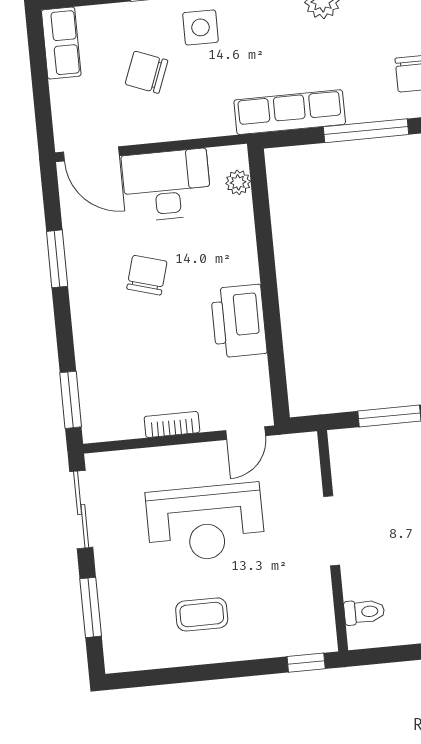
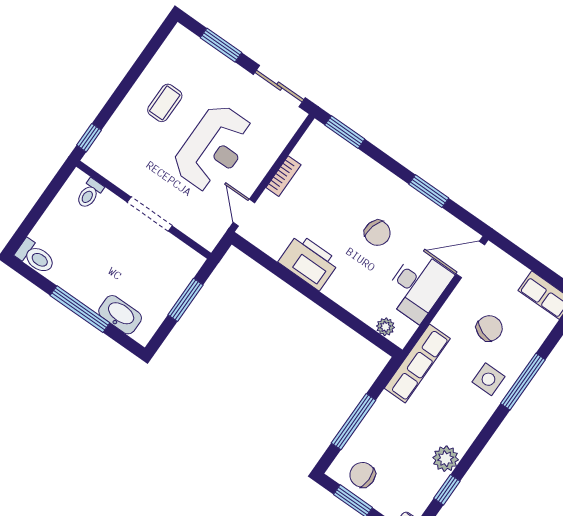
row of seats: (290, 112) -> (417, 363), moved
reception desk: (205, 523) -> (214, 148), turned 180

